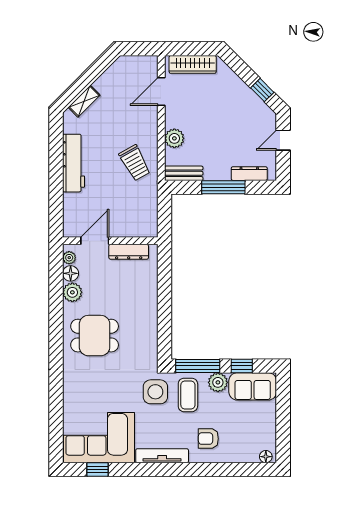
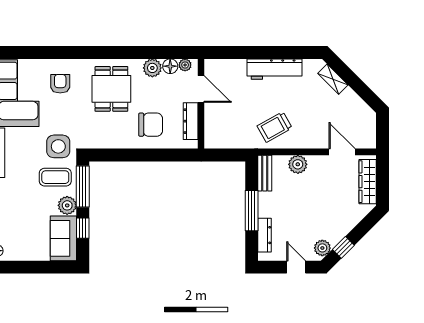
plant: (263, 112) -> (322, 248), added
chair: (132, 294) -> (151, 125), added
armchair: (208, 439) -> (60, 84), moved

